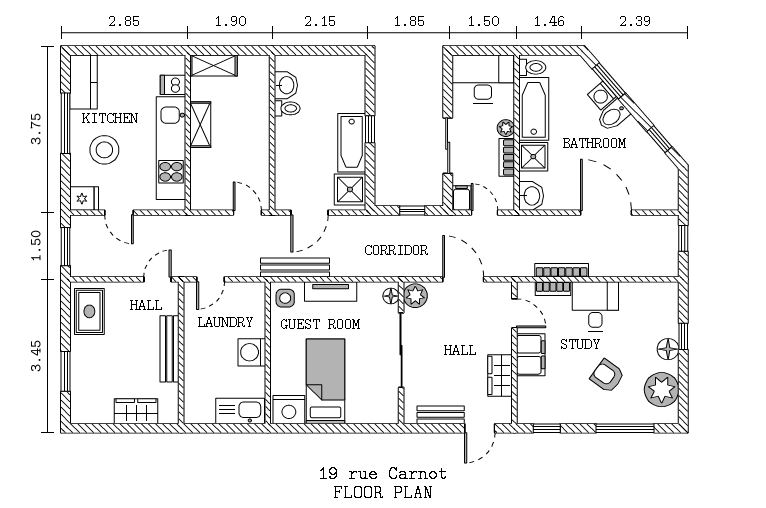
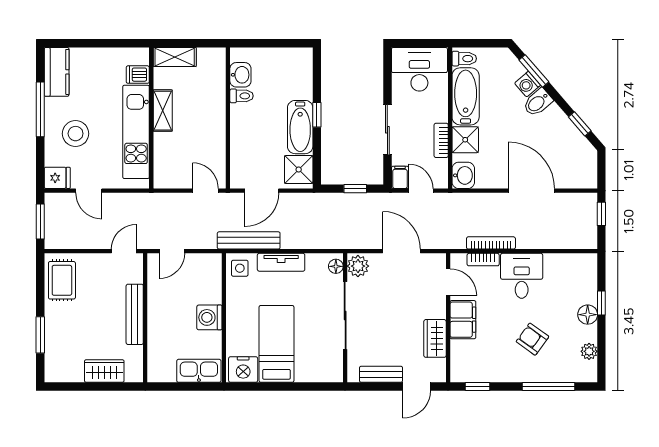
plant: (506, 128) -> (440, 114), removed
plant: (662, 390) -> (589, 351), width x0.53, depth x0.53

